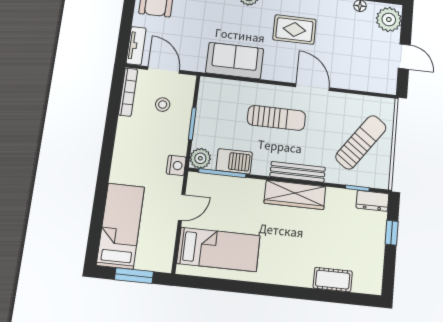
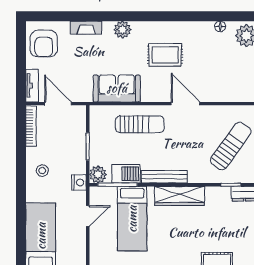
stool: (163, 105) -> (42, 171), moved
sun lounger: (276, 118) -> (140, 124), moved
bench: (298, 172) -> (164, 177), moved
bed: (219, 249) -> (132, 219), moved, turned 90

